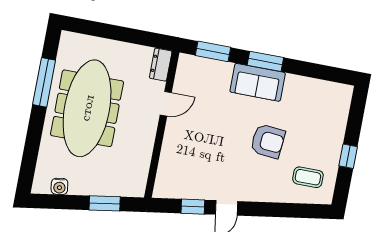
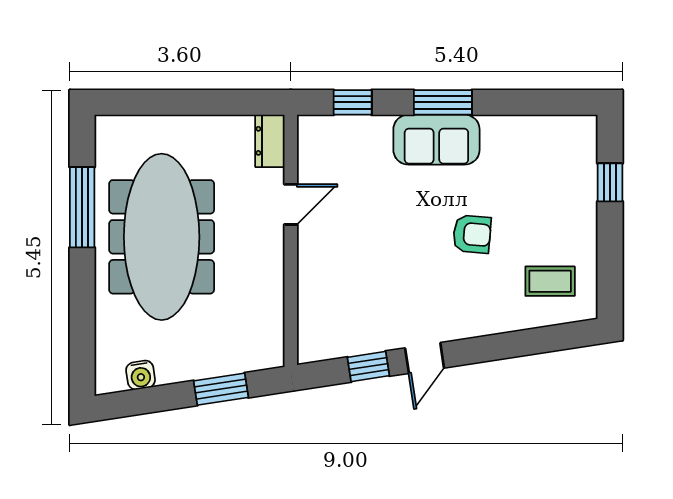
window: (213, 51) -> (353, 102), width x0.67
armchair: (268, 141) -> (472, 234), width x0.72, depth x0.72
window: (348, 156) -> (610, 182), moved

